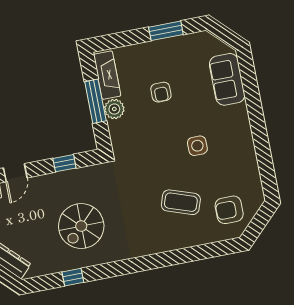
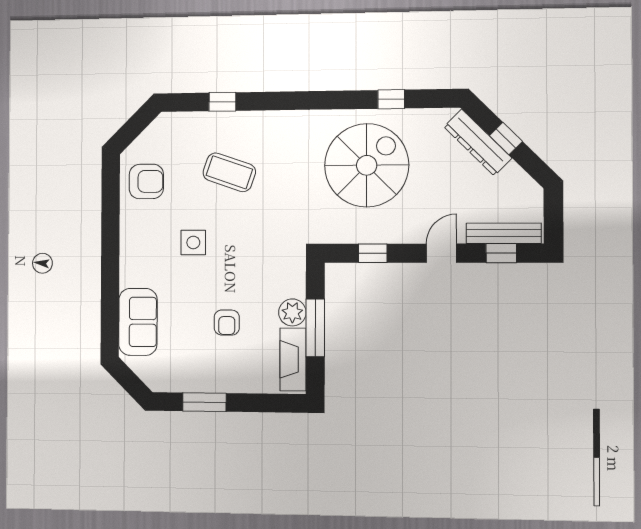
armchair: (161, 92) -> (227, 323), turned 180
armchair: (229, 210) -> (146, 181), moved
spiral stairs: (81, 226) -> (367, 165), width x1.37, depth x1.37
window: (196, 253) -> (222, 102), added

